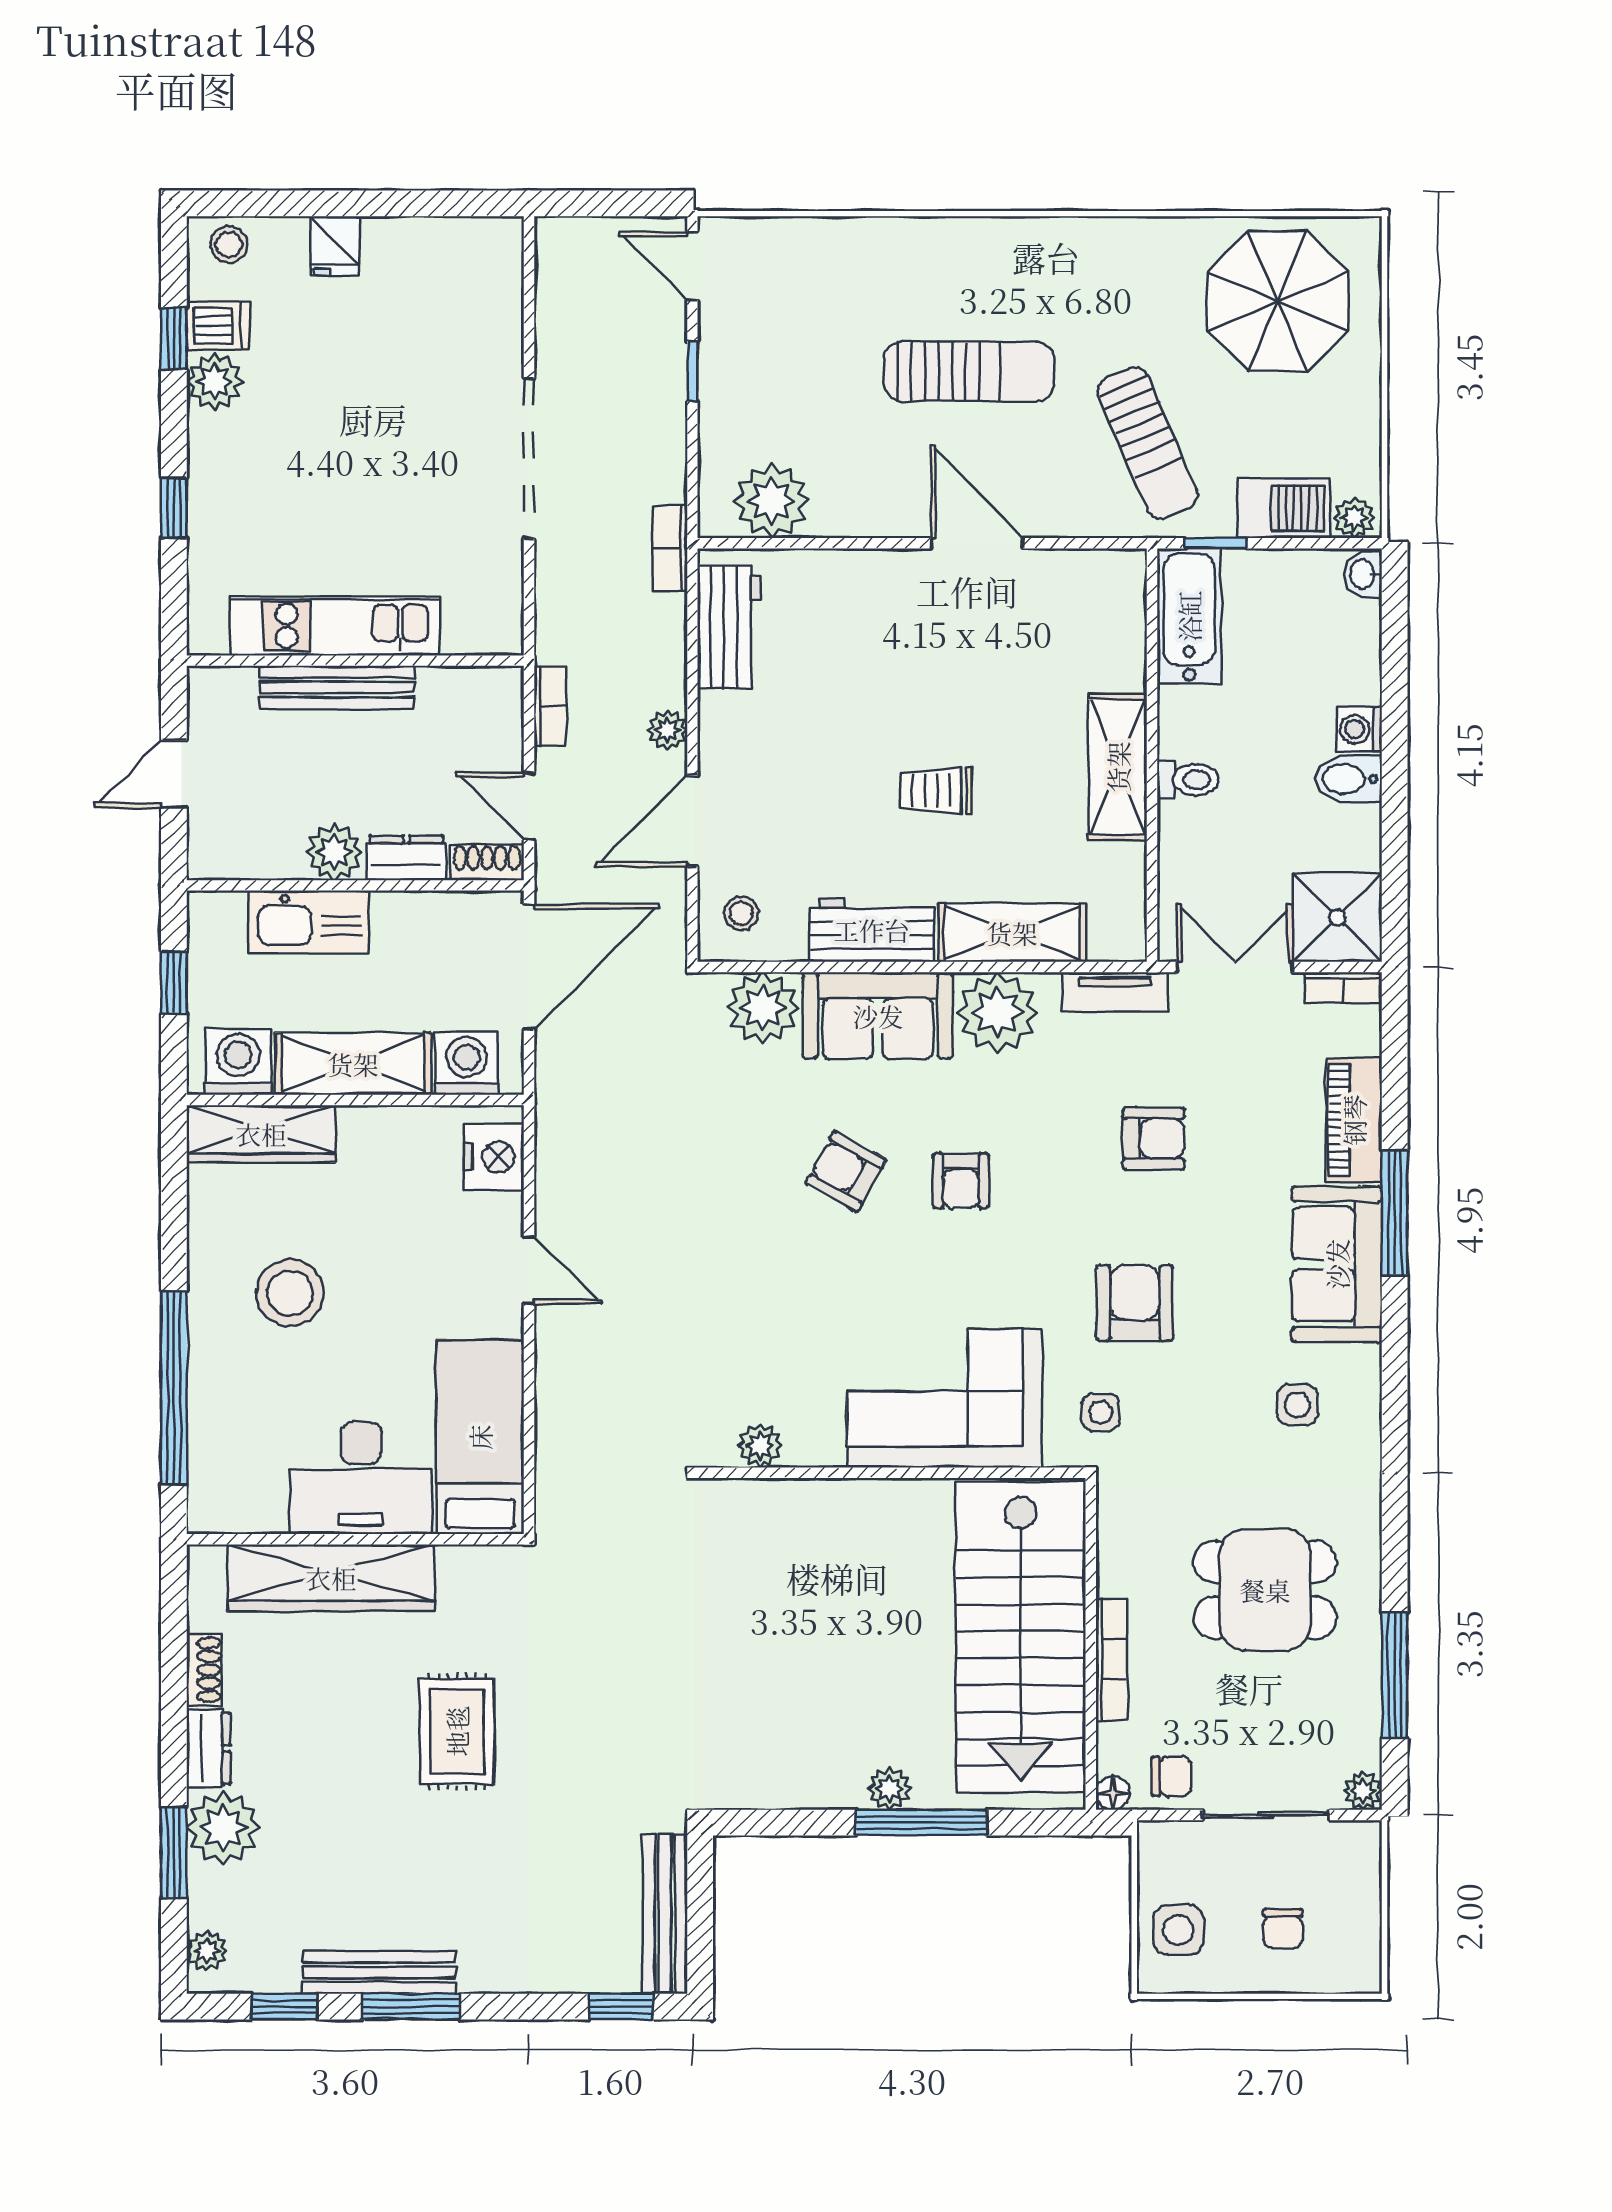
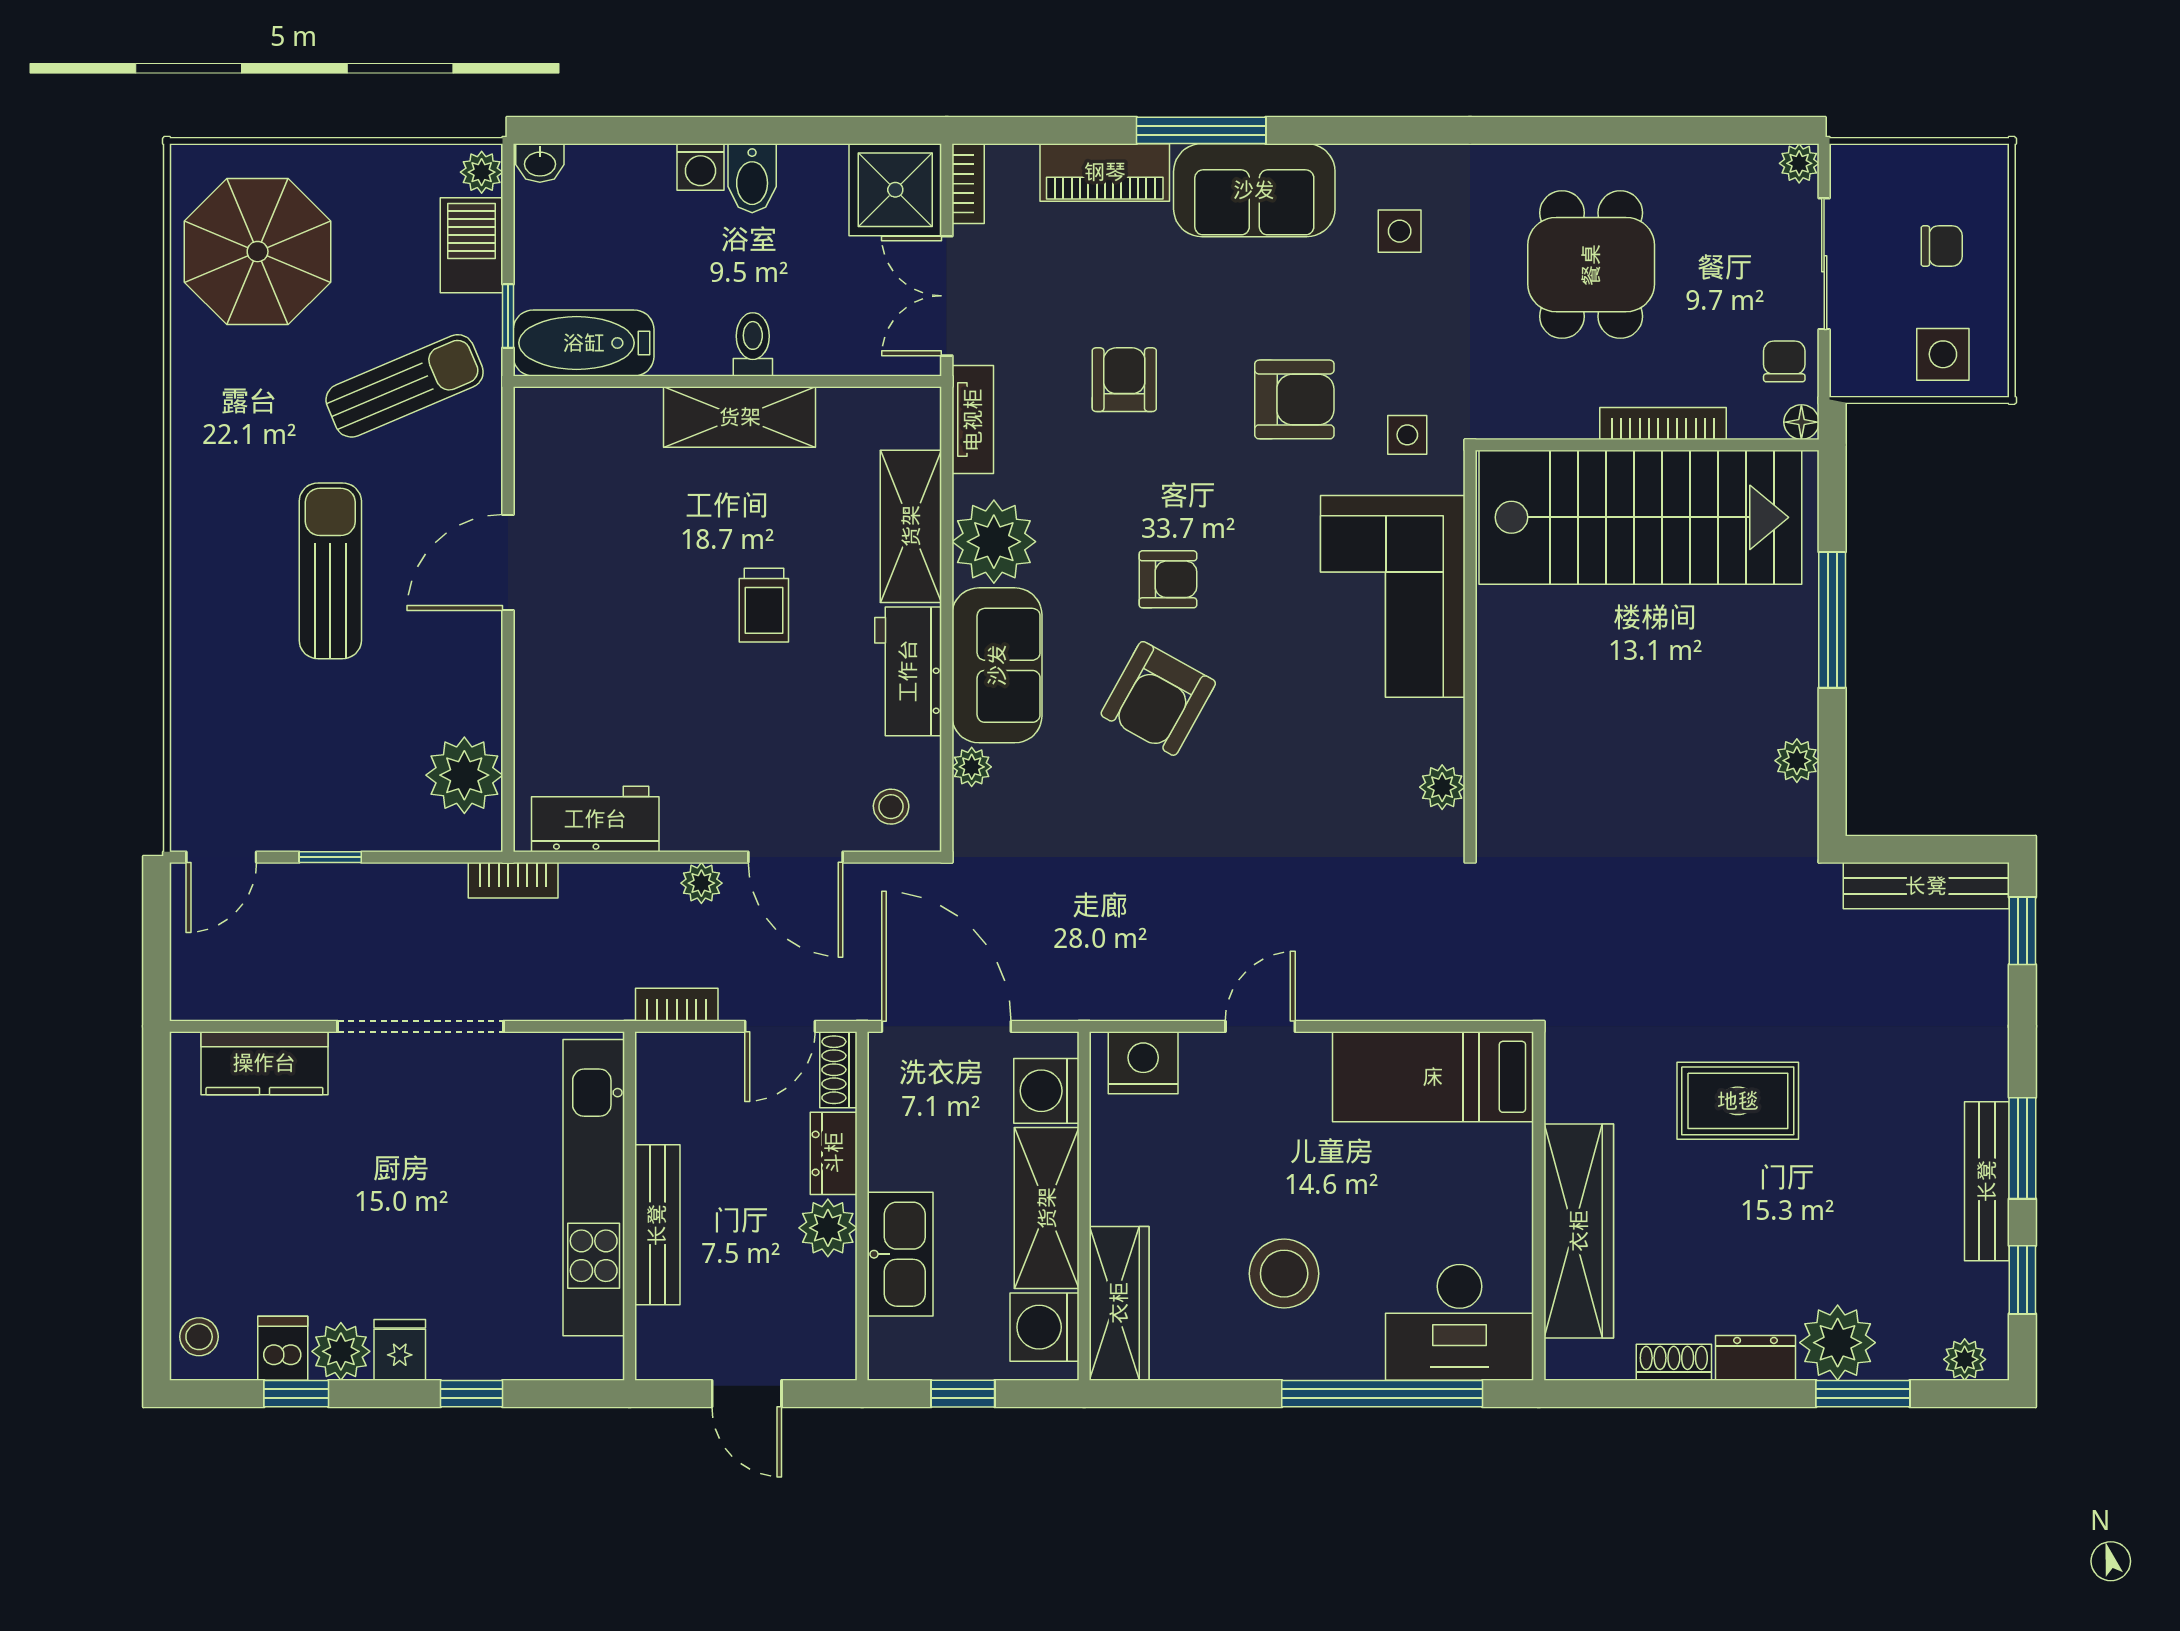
fridge: (335, 246) -> (400, 1350), moved, turned -90
kitchen counter: (493, 308) -> (264, 1063), added
kitchen unit: (335, 626) -> (594, 1188), width x1.36
plant: (763, 1008) -> (972, 767), width x0.53, depth x0.53
armchair: (846, 1171) -> (1158, 698), width x1.38, depth x1.38
armchair: (1135, 1303) -> (1294, 399), turned 180
desk: (361, 1478) -> (1460, 1322), moved, turned 90
window: (1395, 1675) -> (1680, 130), removed
plant: (890, 1789) -> (1797, 761), moved

